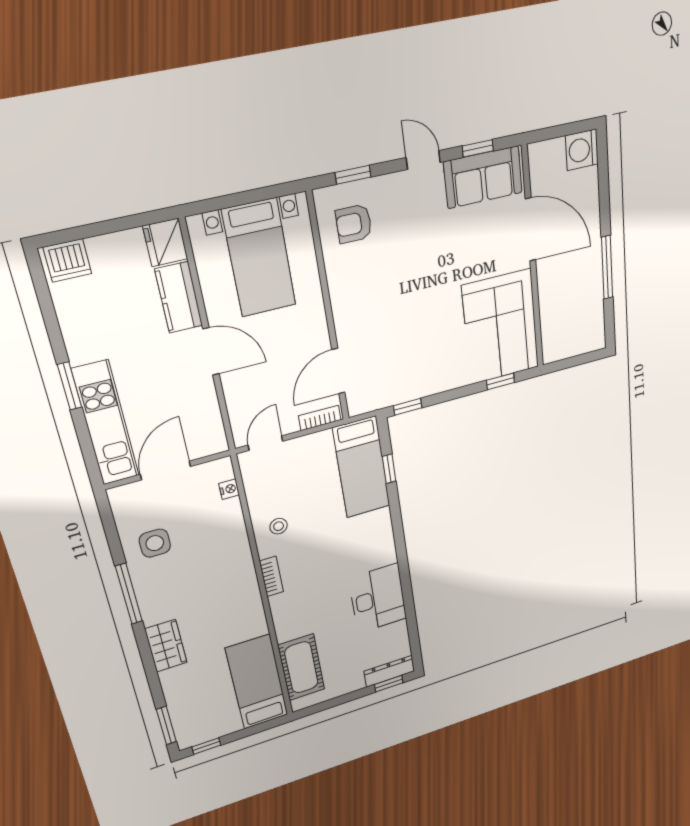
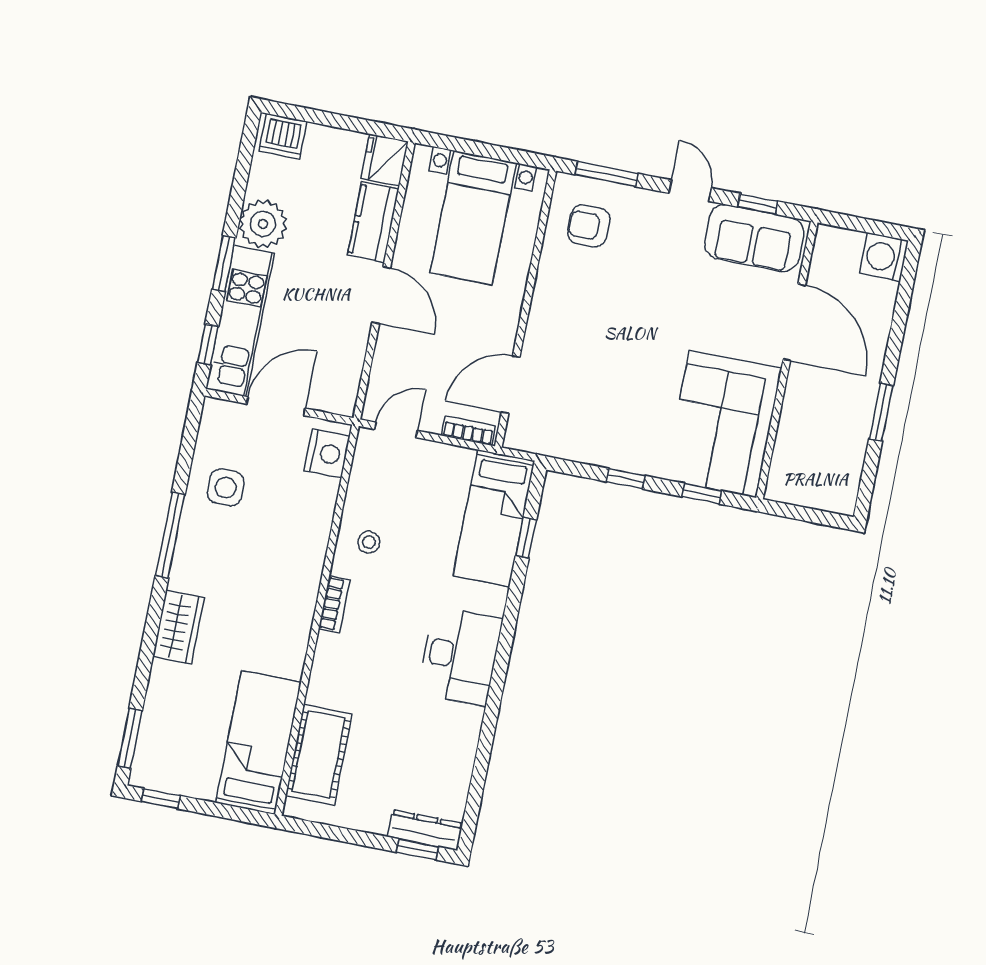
window: (353, 175) -> (607, 174), width x1.50
window: (607, 267) -> (881, 412), width x0.69
plant: (87, 340) -> (263, 224), added
window: (408, 407) -> (626, 479), moved
window: (88, 452) -> (208, 344), added
nightstand: (229, 489) -> (327, 453), width x1.89, depth x1.79
desk: (378, 598) -> (460, 656), moved

